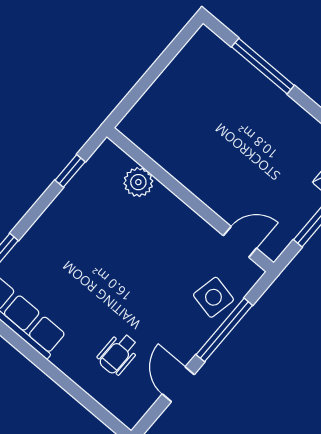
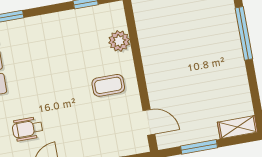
coffee table: (165, 238) -> (108, 85), added
side table: (213, 297) -> (108, 141), removed

